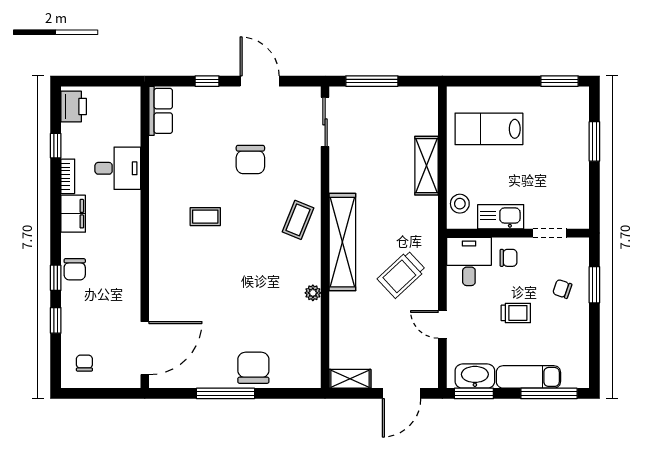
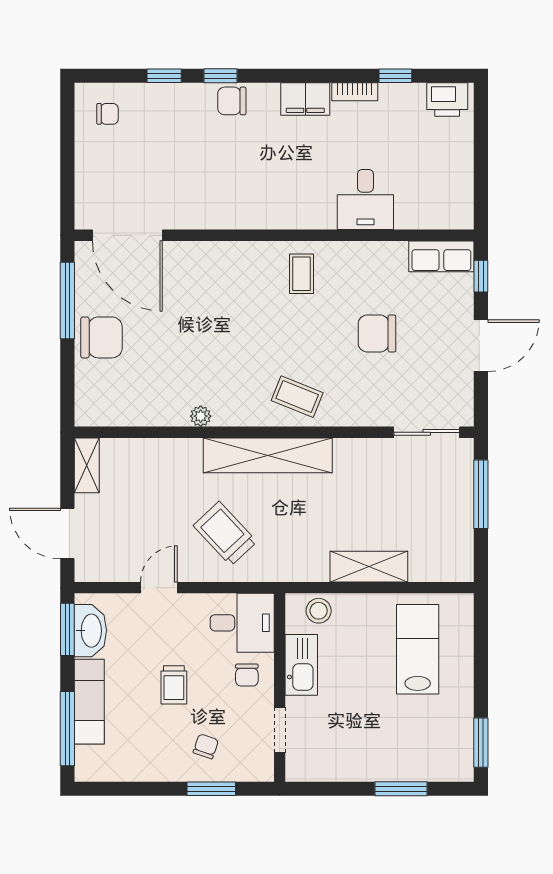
row of seats: (161, 111) -> (441, 256), moved
desk: (118, 168) -> (365, 200), moved
wall: (145, 237) -> (274, 235), moved
door: (145, 348) -> (127, 235), moved

